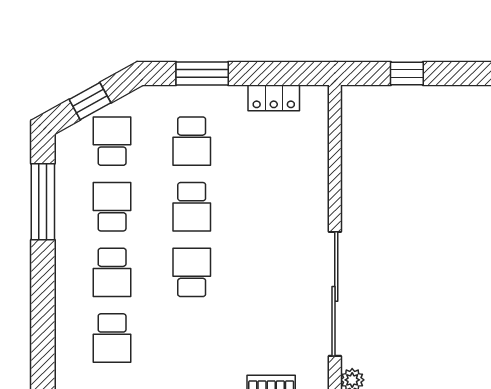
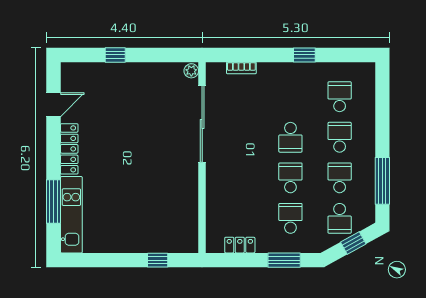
school desk: (112, 207) -> (340, 178), turned 180

